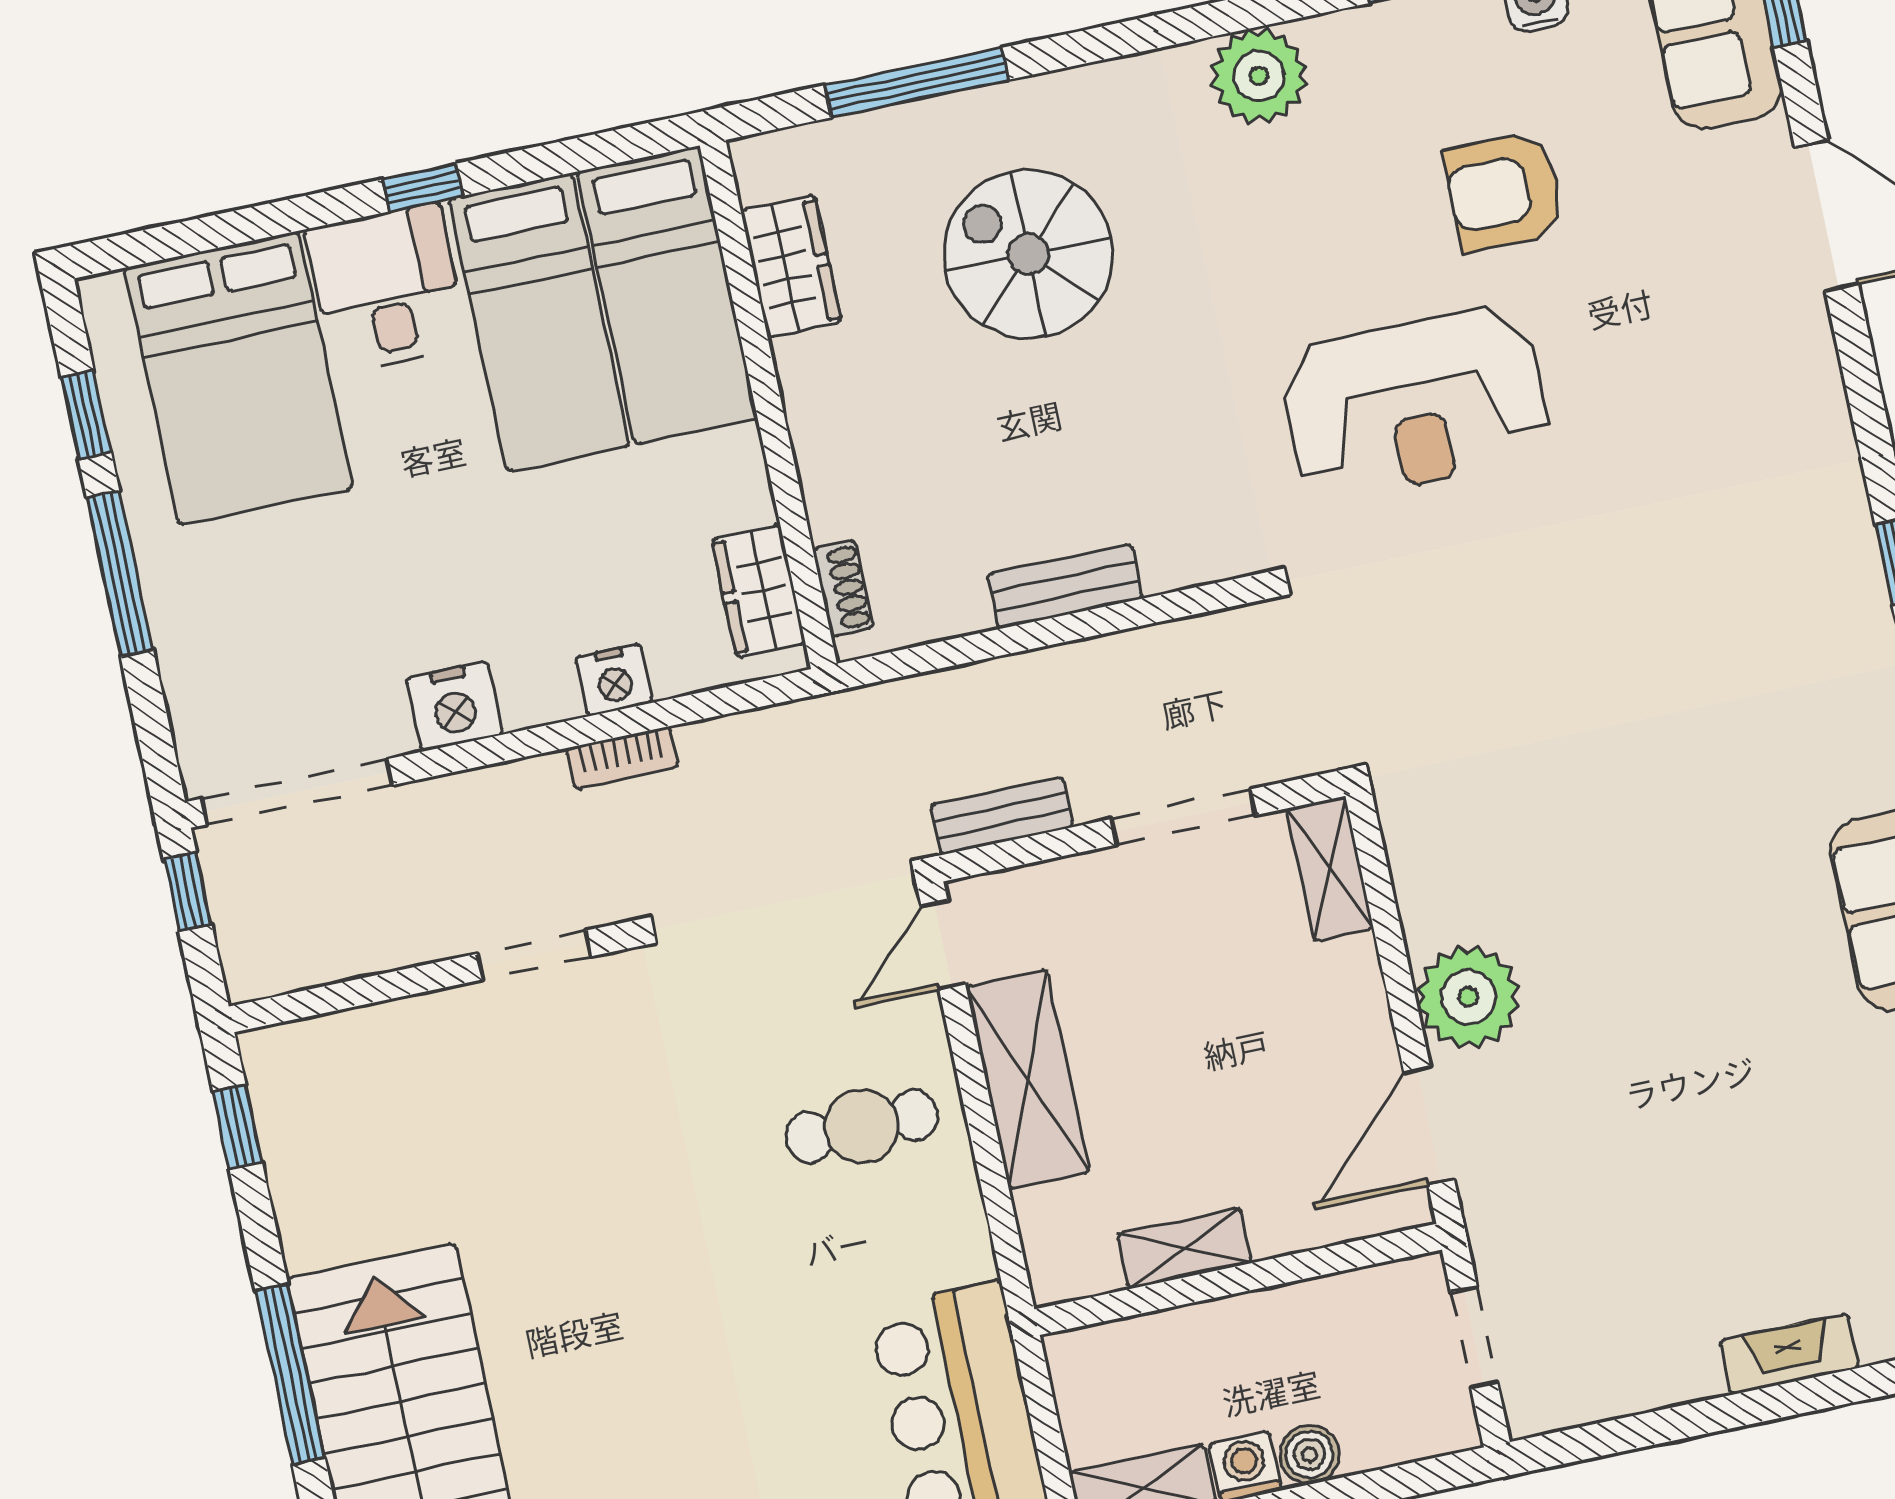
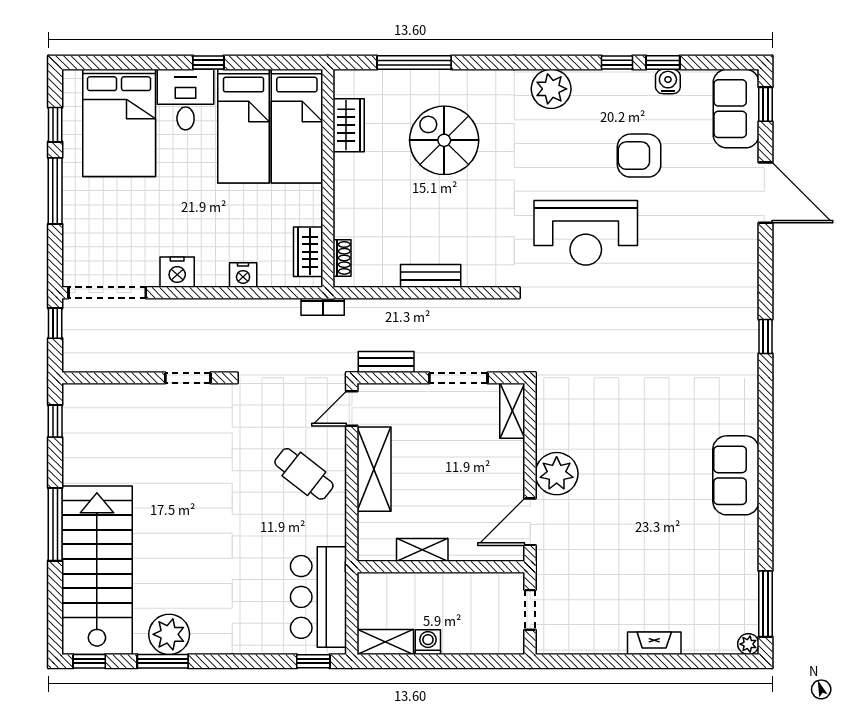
bookcase: (622, 758) -> (323, 307), moved
cafe table: (862, 1126) -> (304, 474), turned 38
boiler: (1310, 1454) -> (455, 643), removed

